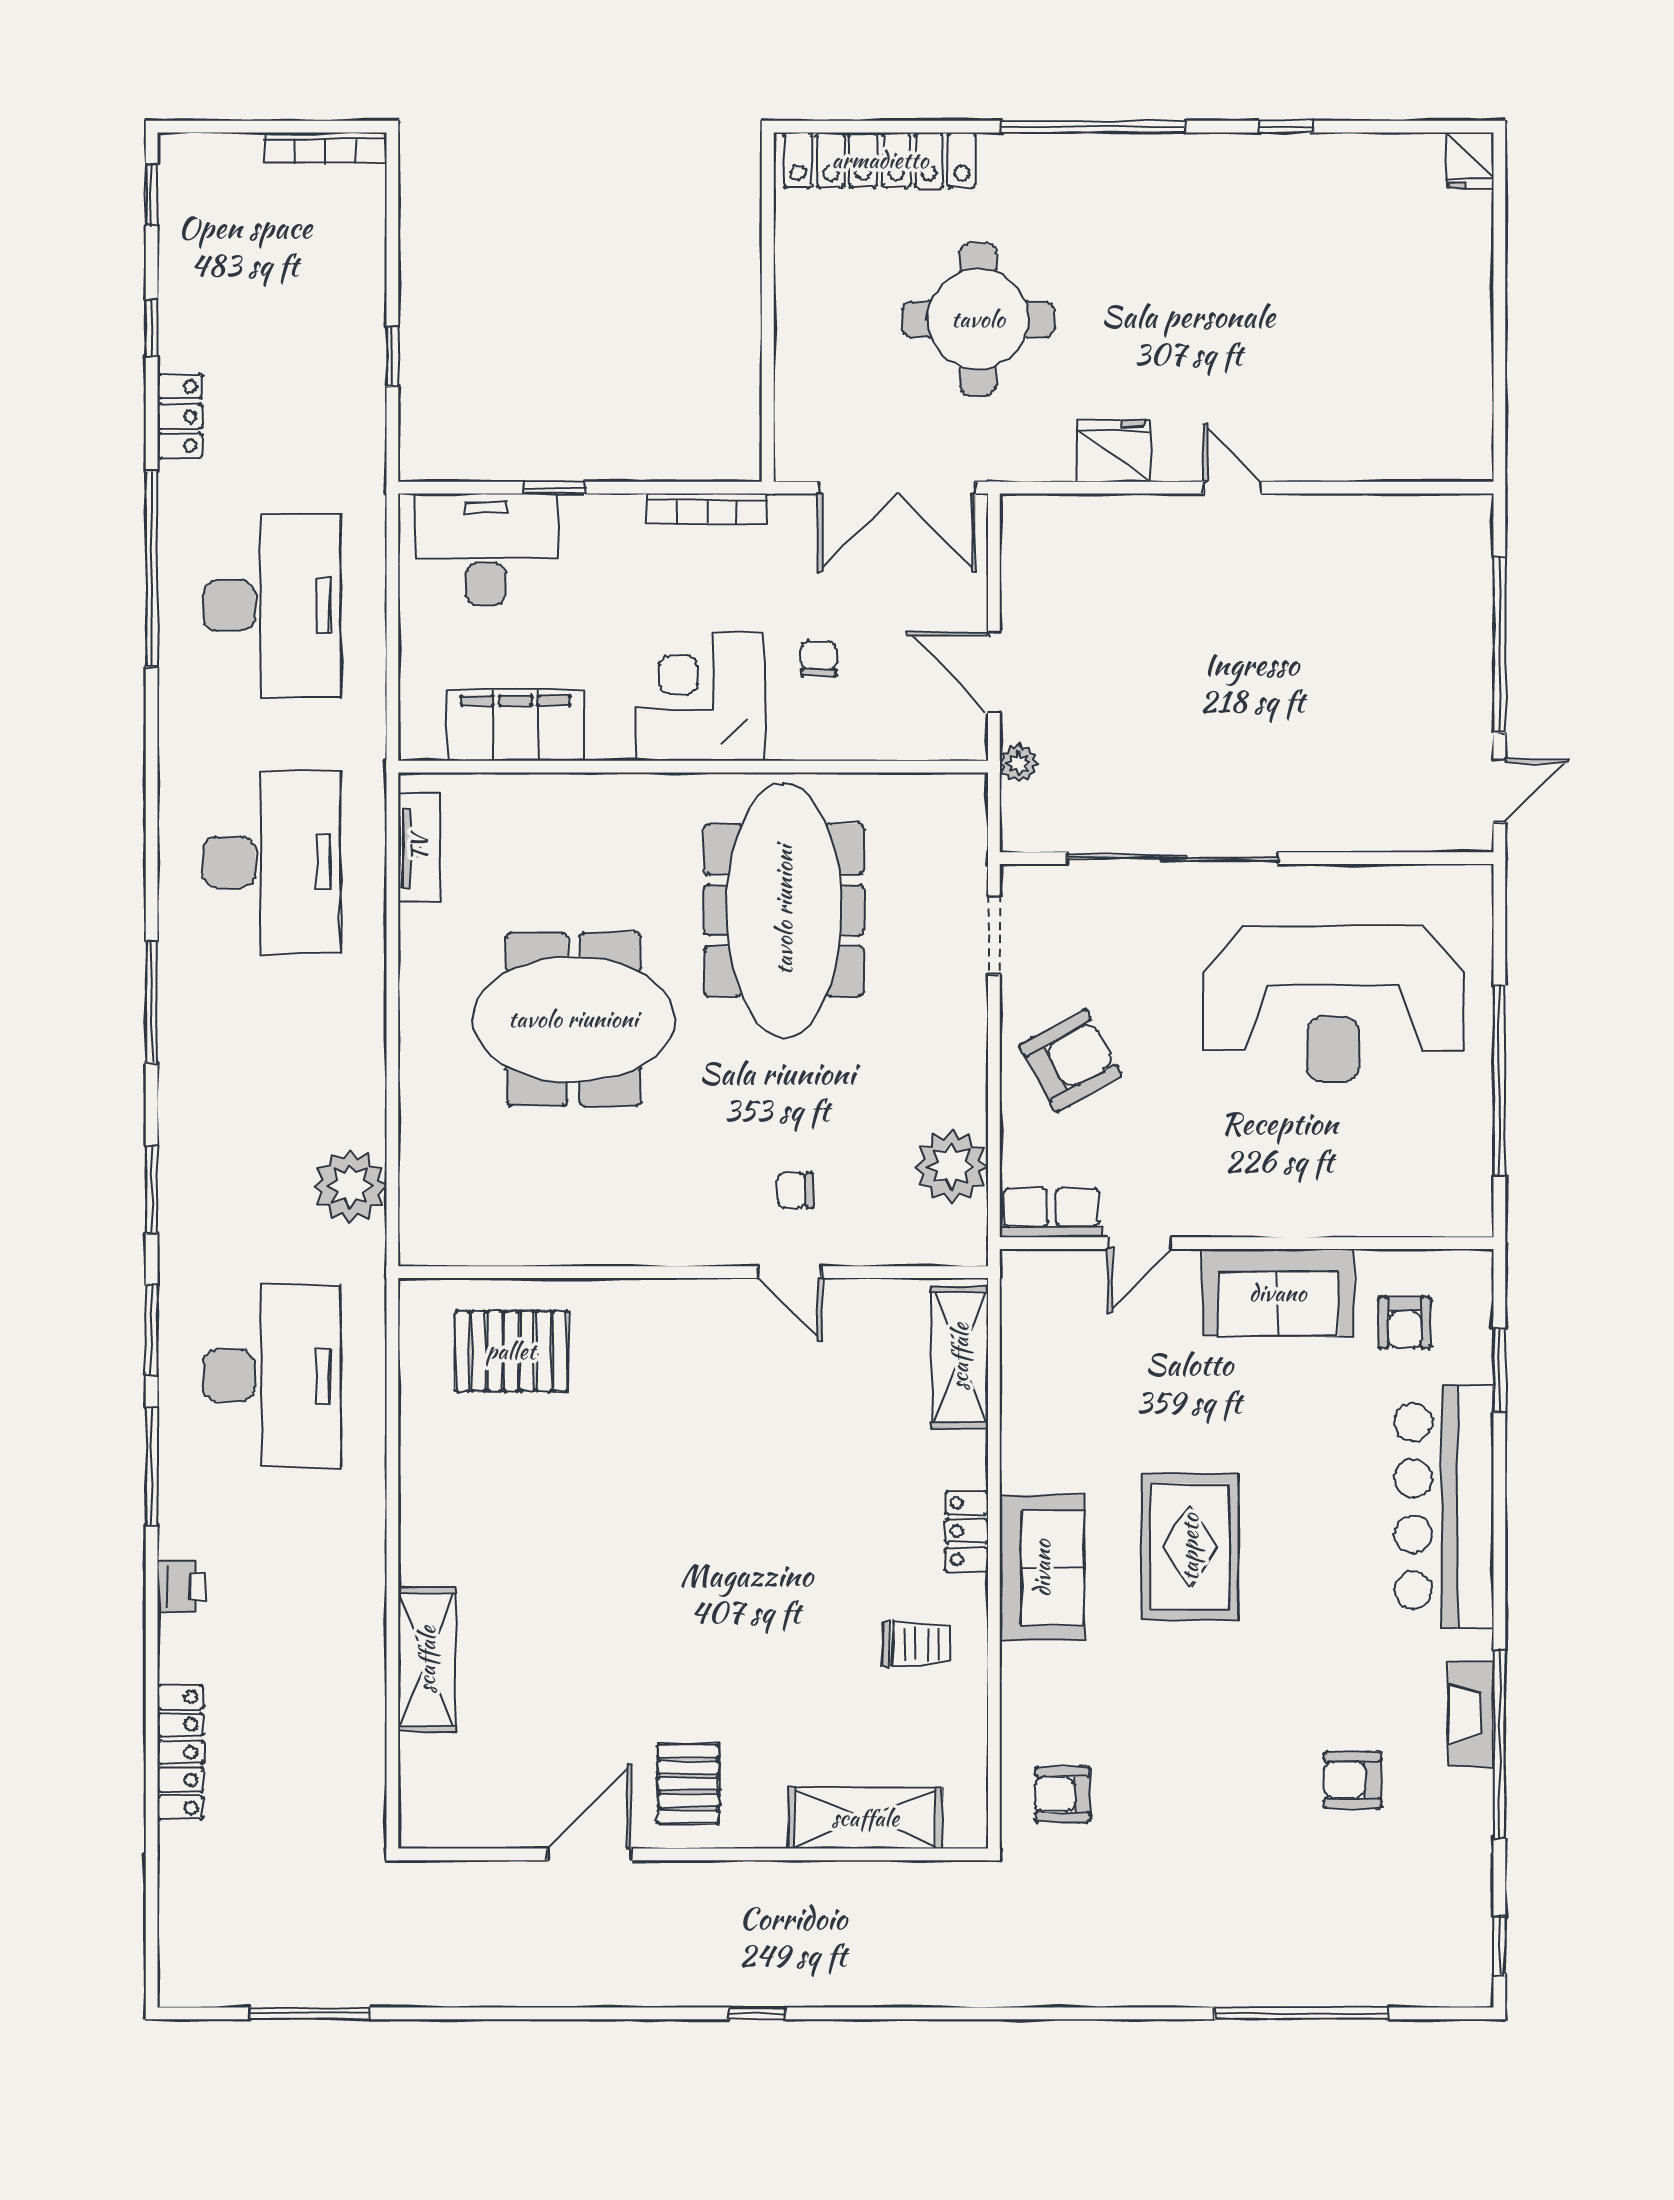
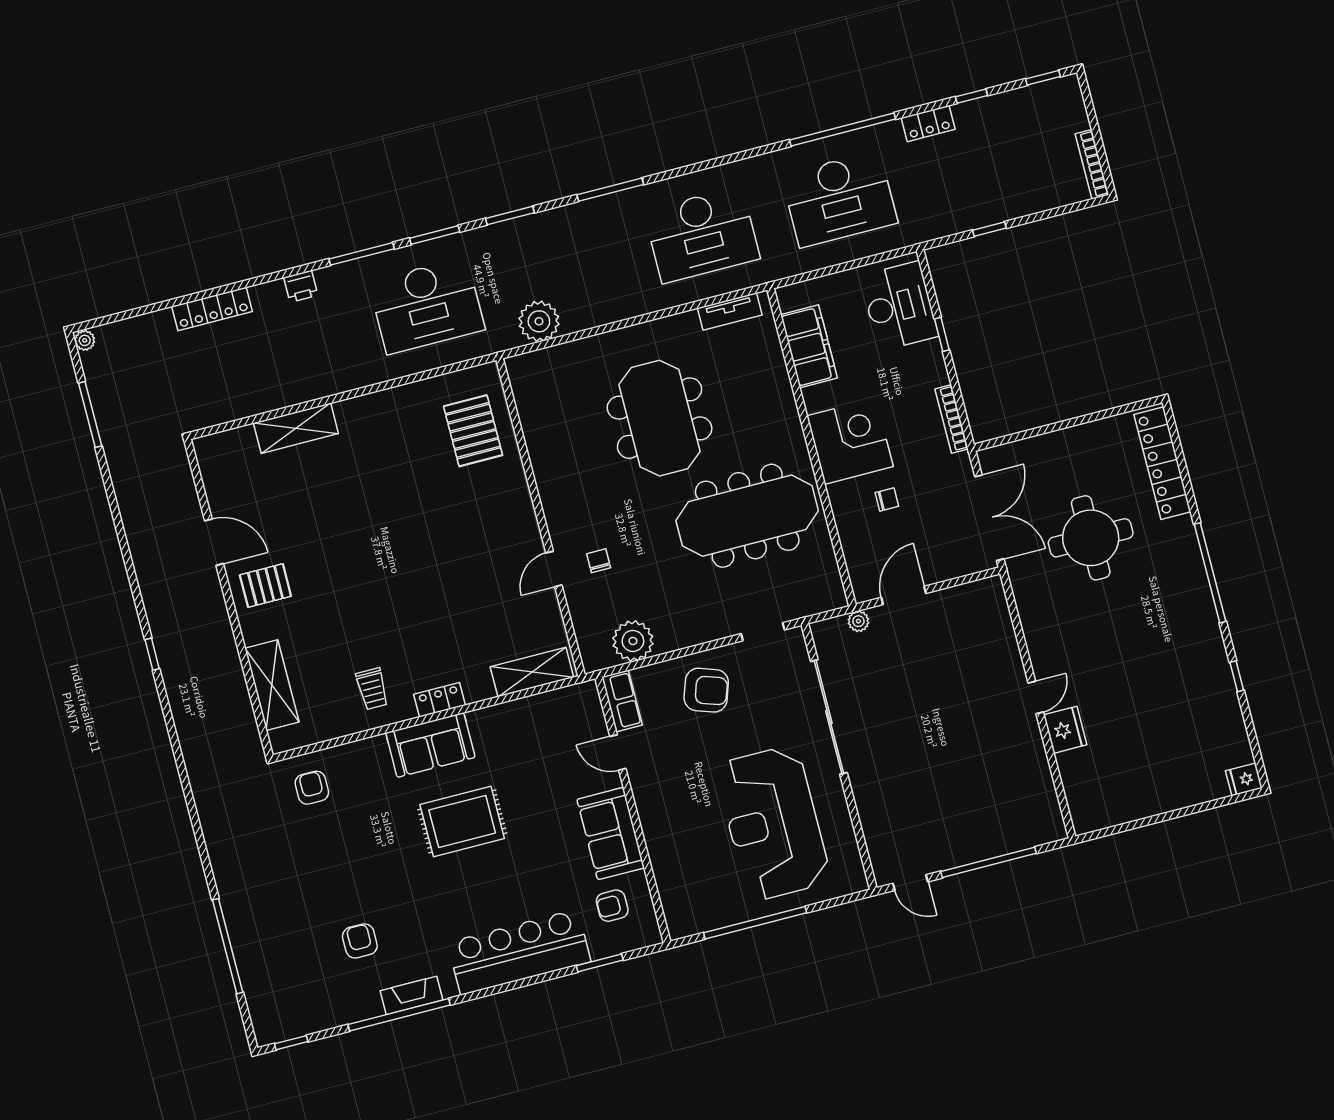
fridge: (1113, 451) -> (1065, 730), moved
double door: (897, 488) -> (989, 518), swing flipped
armchair: (1070, 1061) -> (706, 690), turned -42
plant: (178, 1989) -> (85, 340), added

